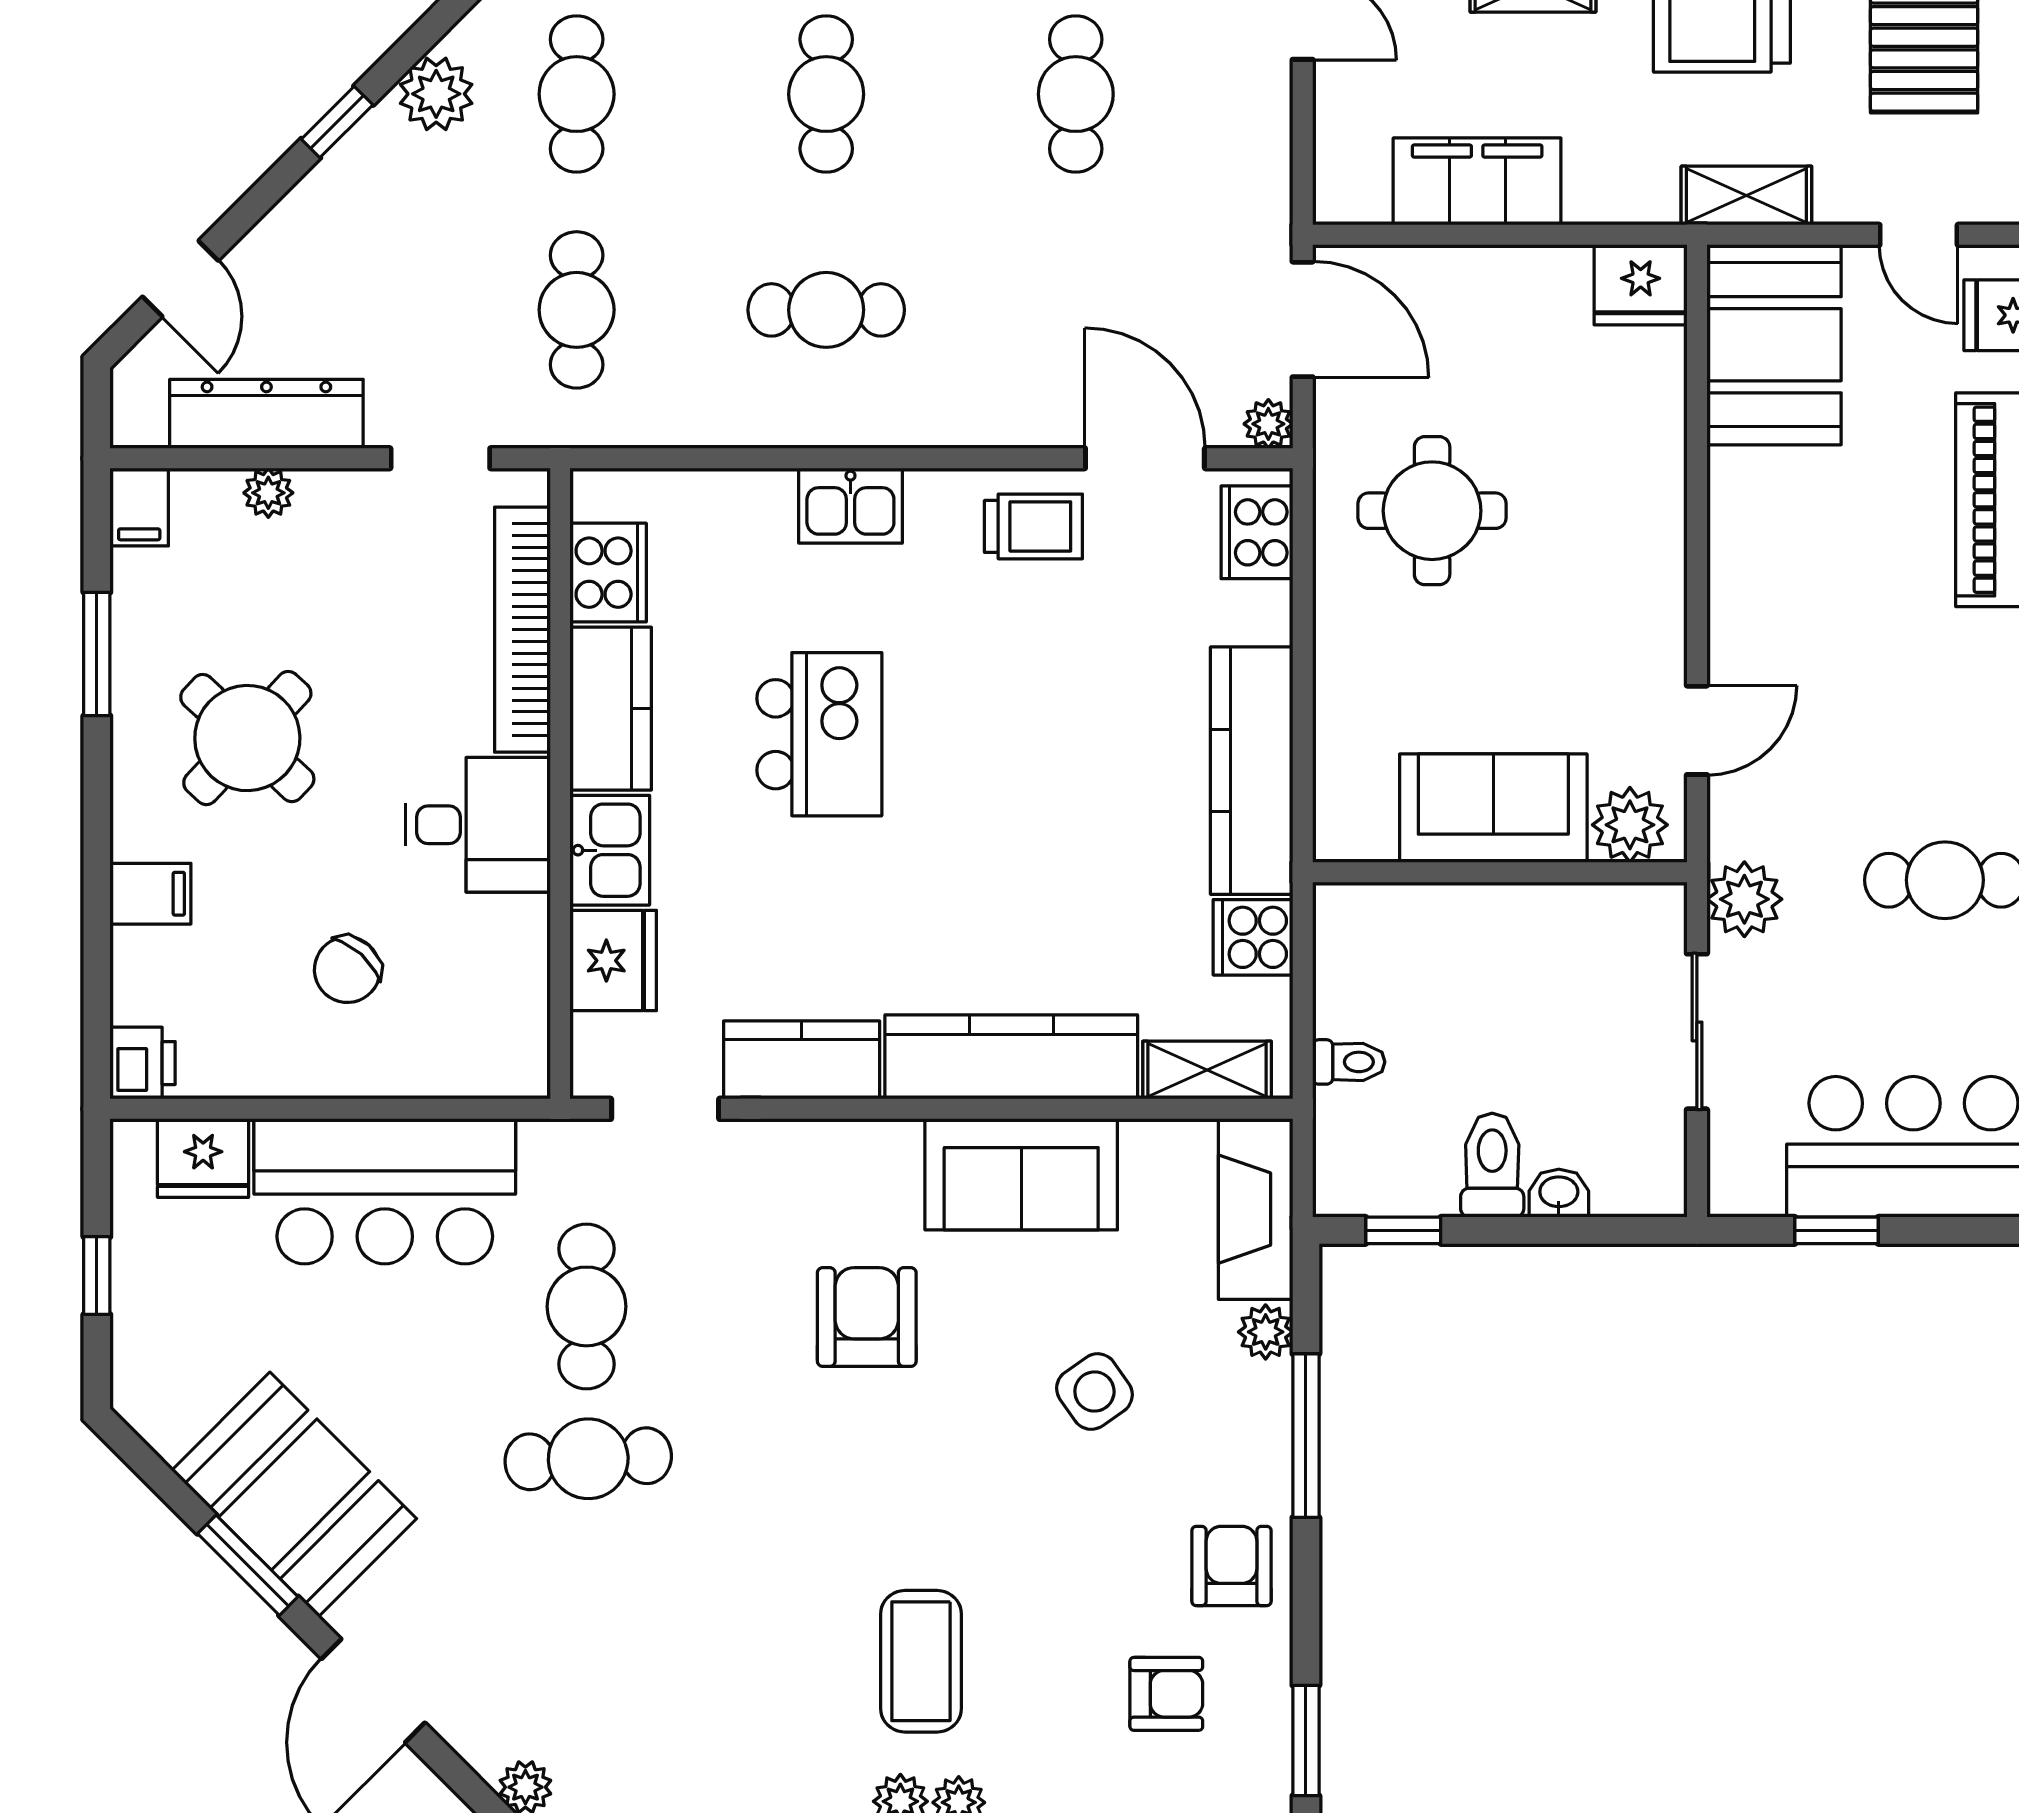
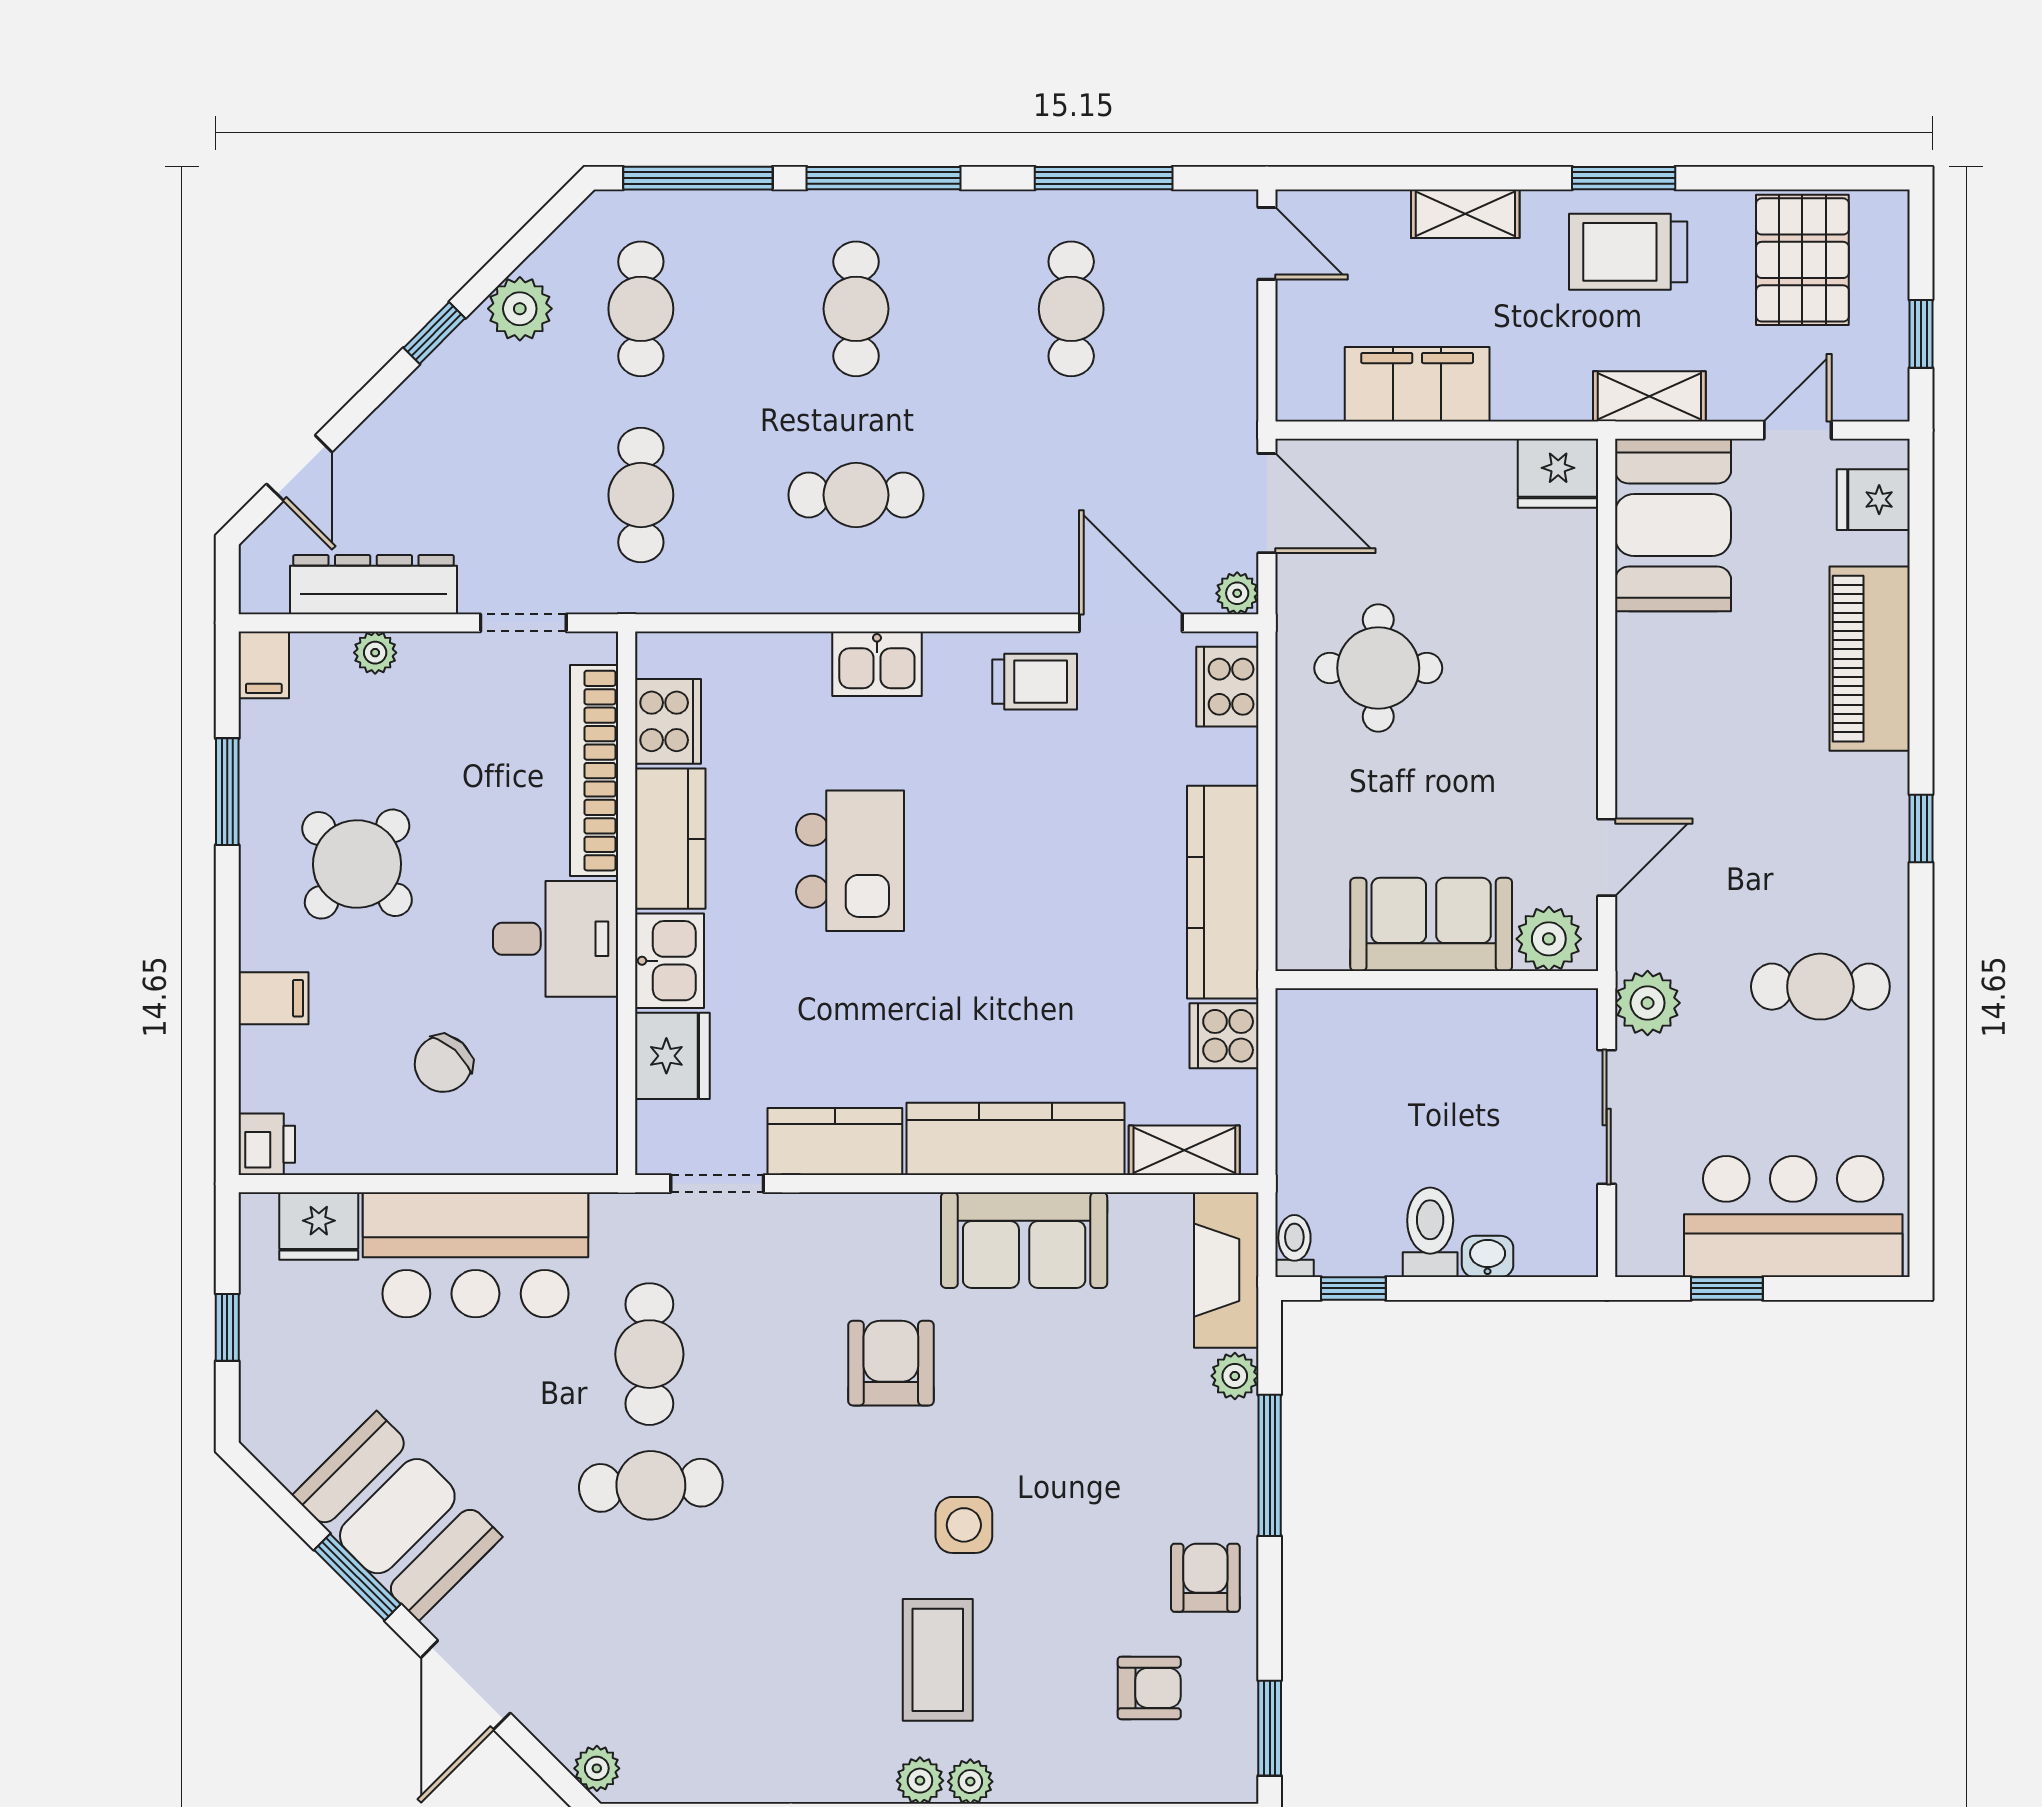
door: (1919, 235) -> (1798, 430), swing flipped
toilet: (1349, 1062) -> (1294, 1246), moved, turned -90
side table: (1094, 1392) -> (964, 1525), moved, turned 35

